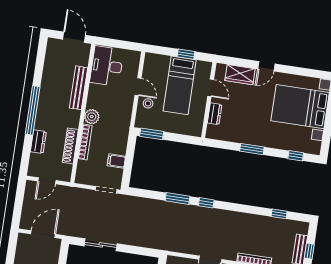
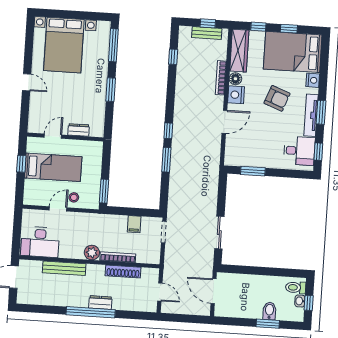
wardrobe: (240, 75) -> (37, 108), removed
dresser: (38, 142) -> (100, 302), moved
window: (296, 156) -> (113, 45), width x2.17

